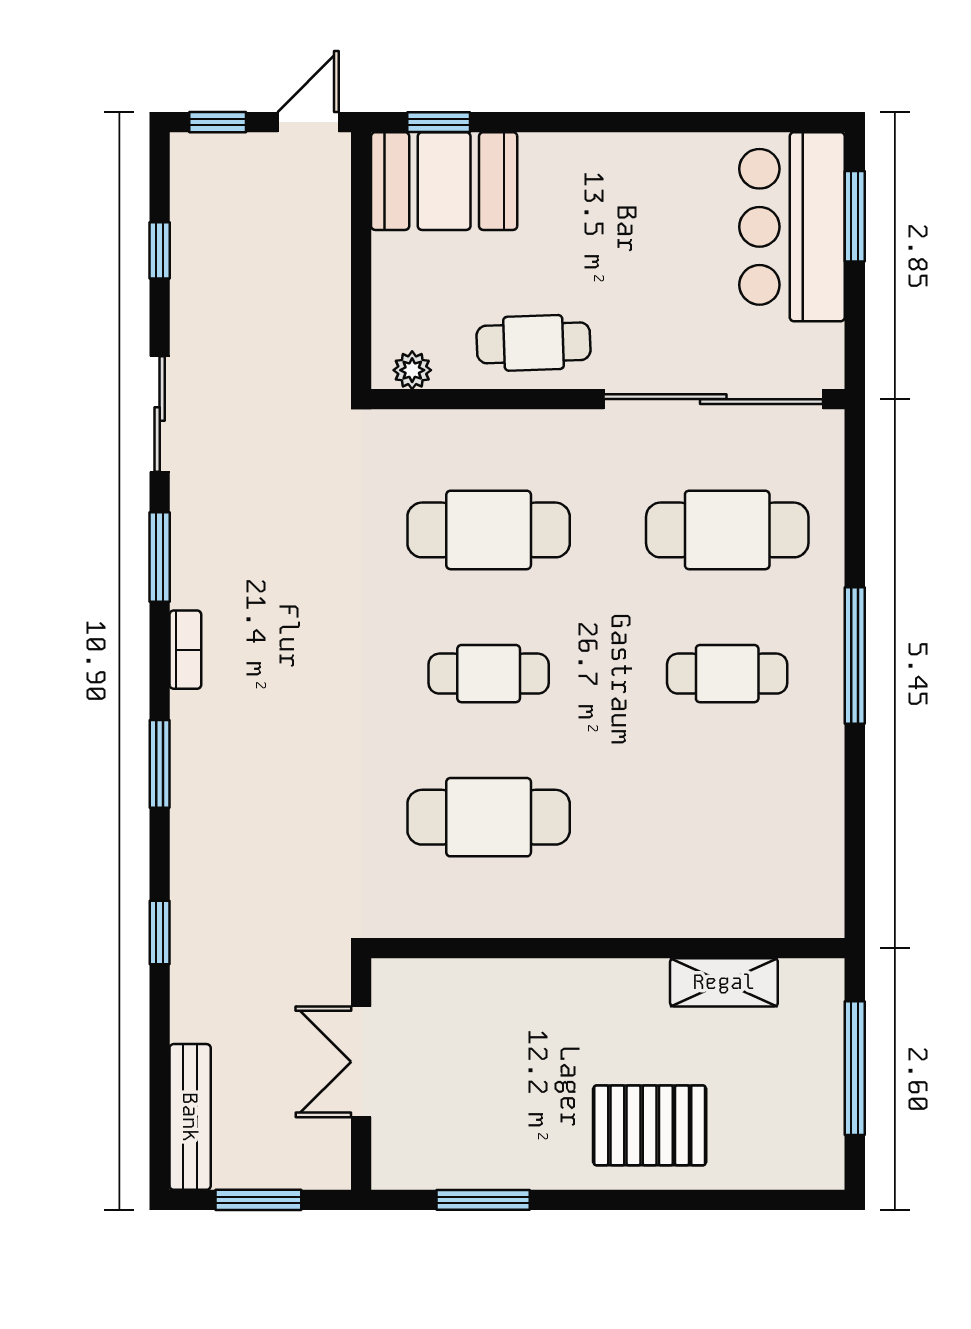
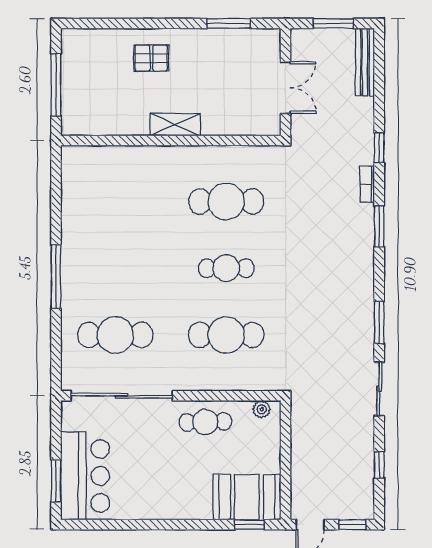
bookcase: (185, 650) -> (367, 184), moved
cafe table: (727, 674) -> (115, 268), removed
shelving: (724, 982) -> (175, 125), moved
pallet: (650, 1125) -> (151, 58), width x0.67, depth x0.71

